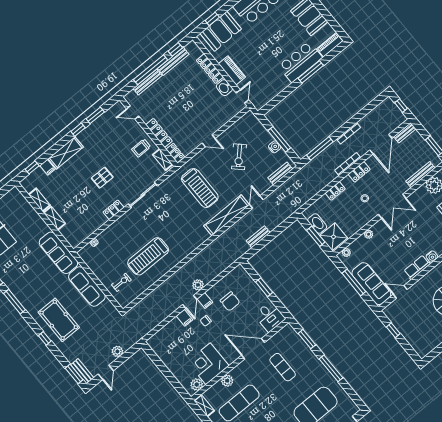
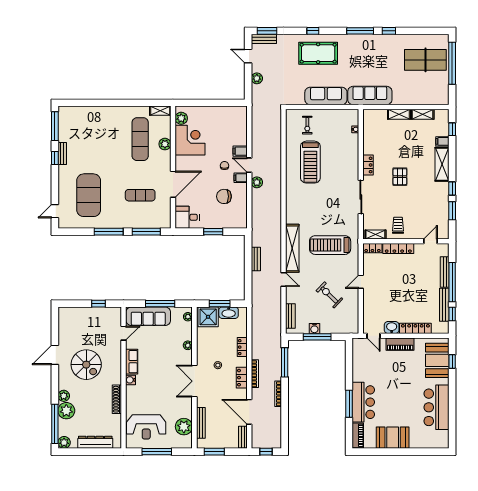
treadmill: (148, 256) -> (310, 162), turned 180
window: (307, 339) -> (146, 232), width x1.44

